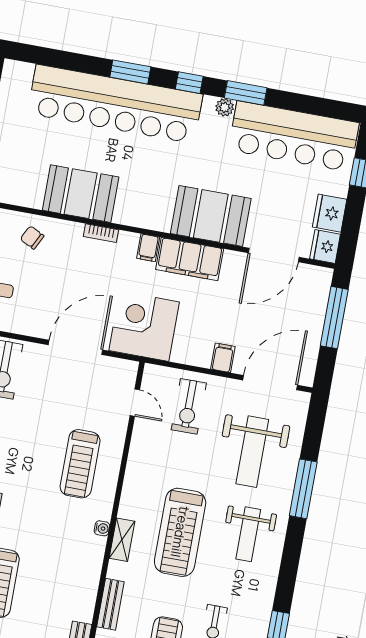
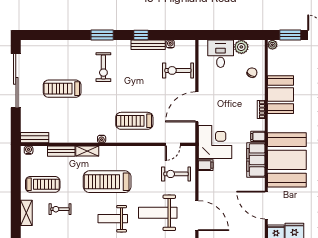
booth: (211, 216) -> (287, 160), width x1.36, depth x1.42
door: (75, 347) -> (197, 107), swing flipped
filing cabinet: (223, 358) -> (206, 165), moved
shelving: (122, 540) -> (87, 151), moved

